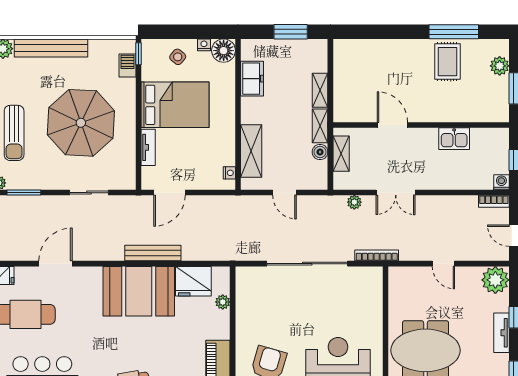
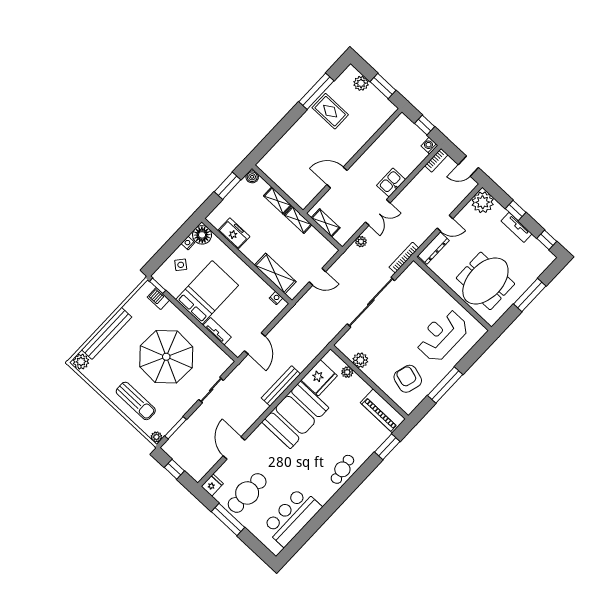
kitchen sink: (454, 139) -> (391, 182), moved, turned 180
boiler: (320, 152) -> (252, 177), moved
dresser: (411, 274) -> (433, 248), added
plant: (245, 304) -> (360, 360), added

